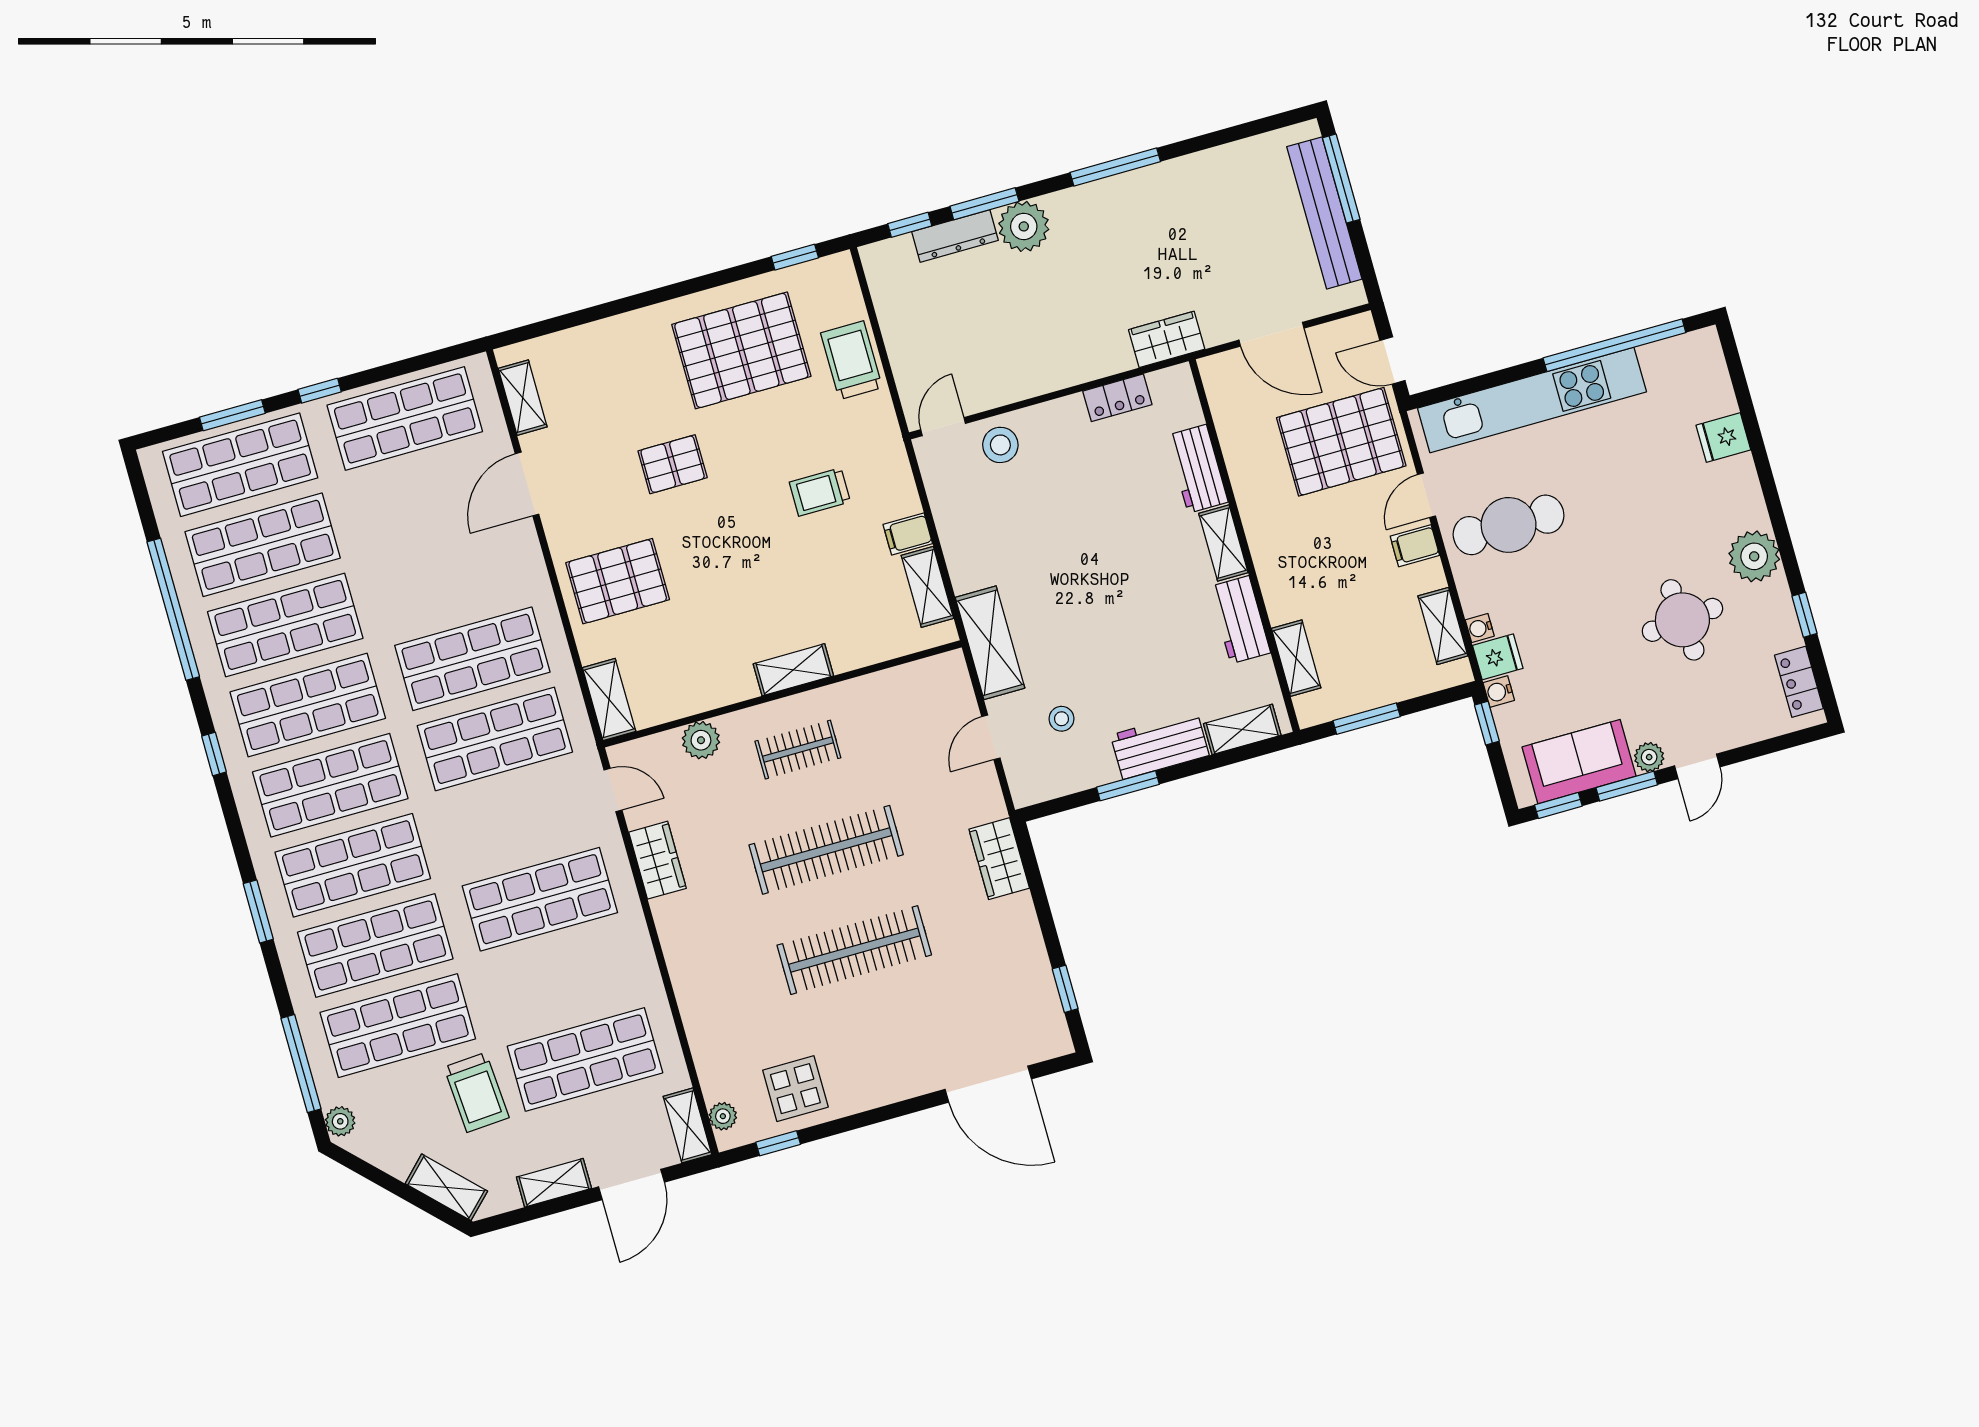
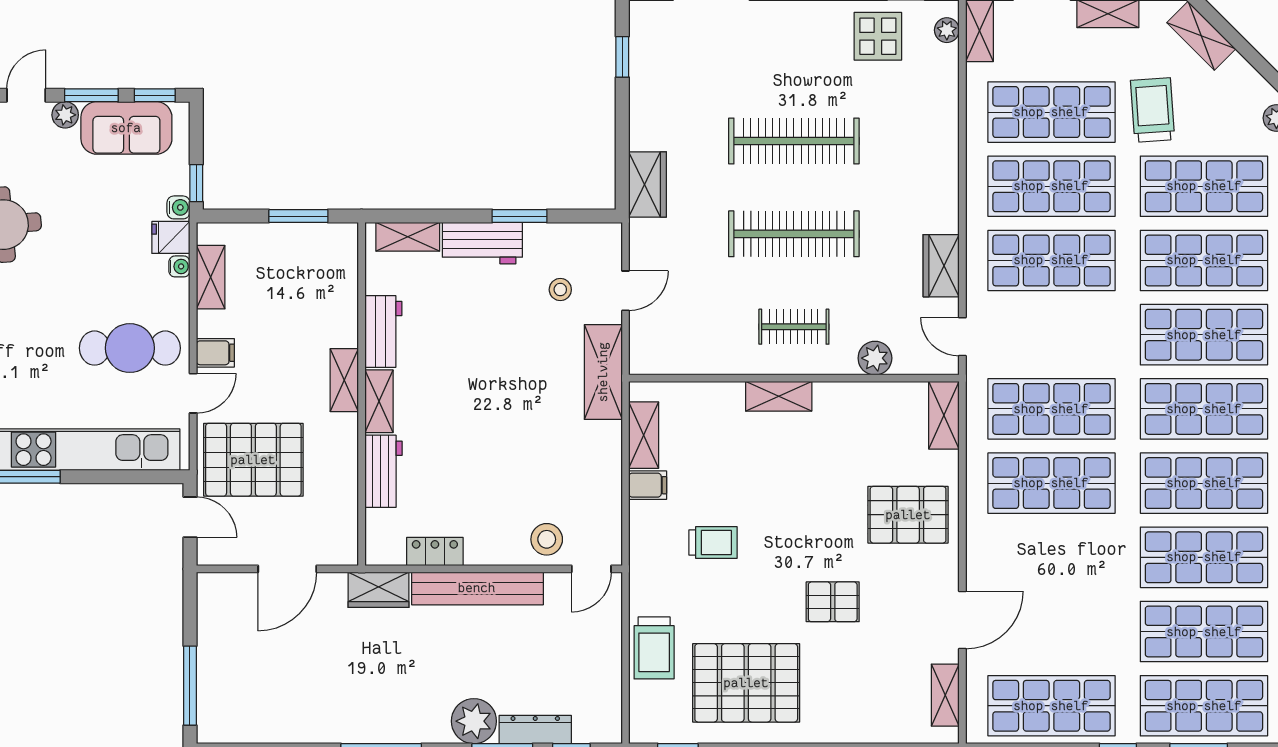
bench: (1324, 213) -> (477, 588), moved, turned 90
door: (1272, 334) -> (287, 569), swing flipped
shelving: (1296, 658) -> (344, 380), moved
shop shelf: (562, 979) -> (1051, 186), added

